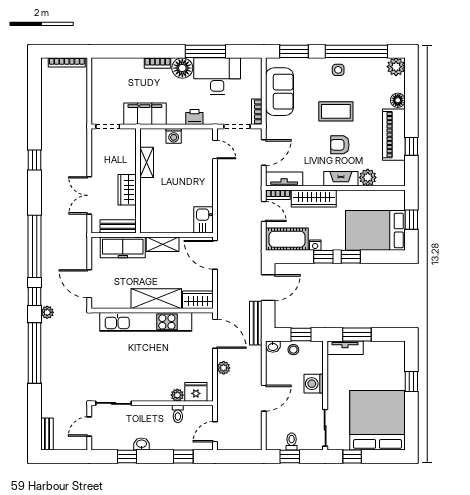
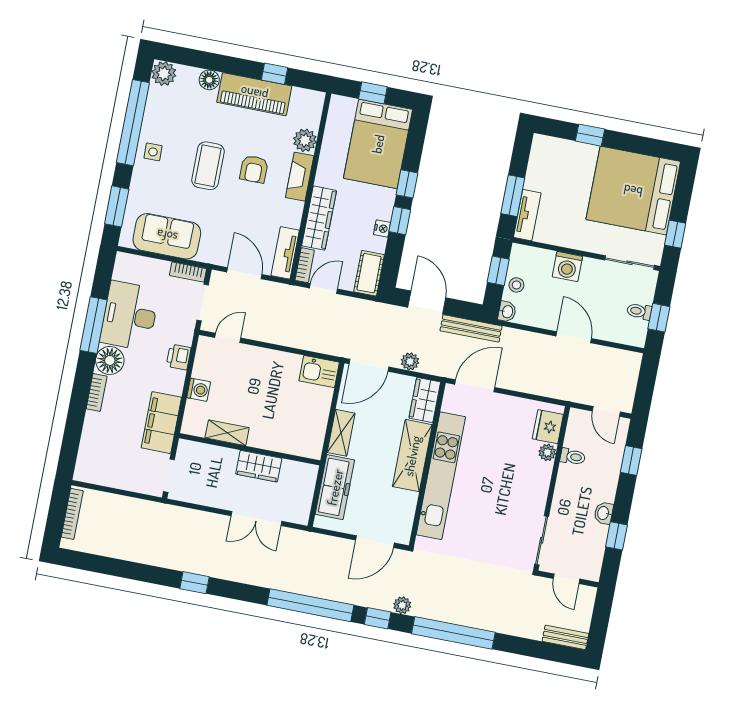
bench: (118, 226) -> (305, 488), removed
cot: (287, 239) -> (369, 273), width x0.73, depth x0.75
plant: (224, 368) -> (410, 361), moved

